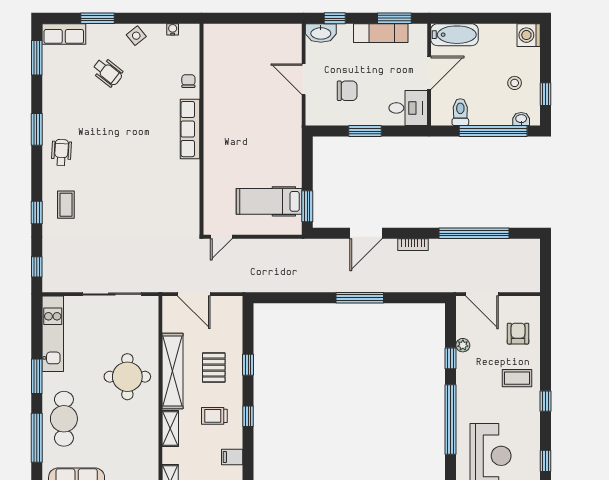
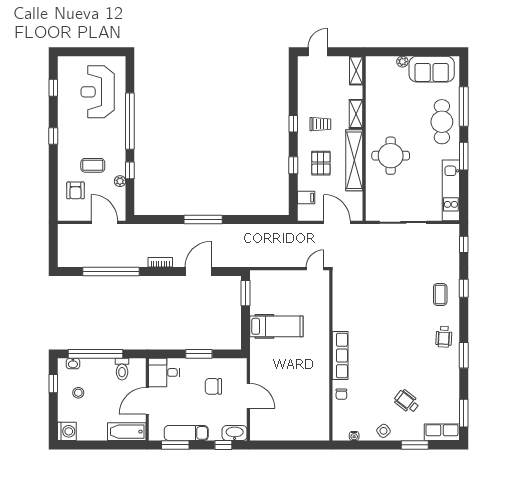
hospital bed: (269, 201) -> (276, 326), moved
coffee table: (517, 378) -> (93, 165), moved
filing cabinet: (232, 457) -> (306, 198), moved

